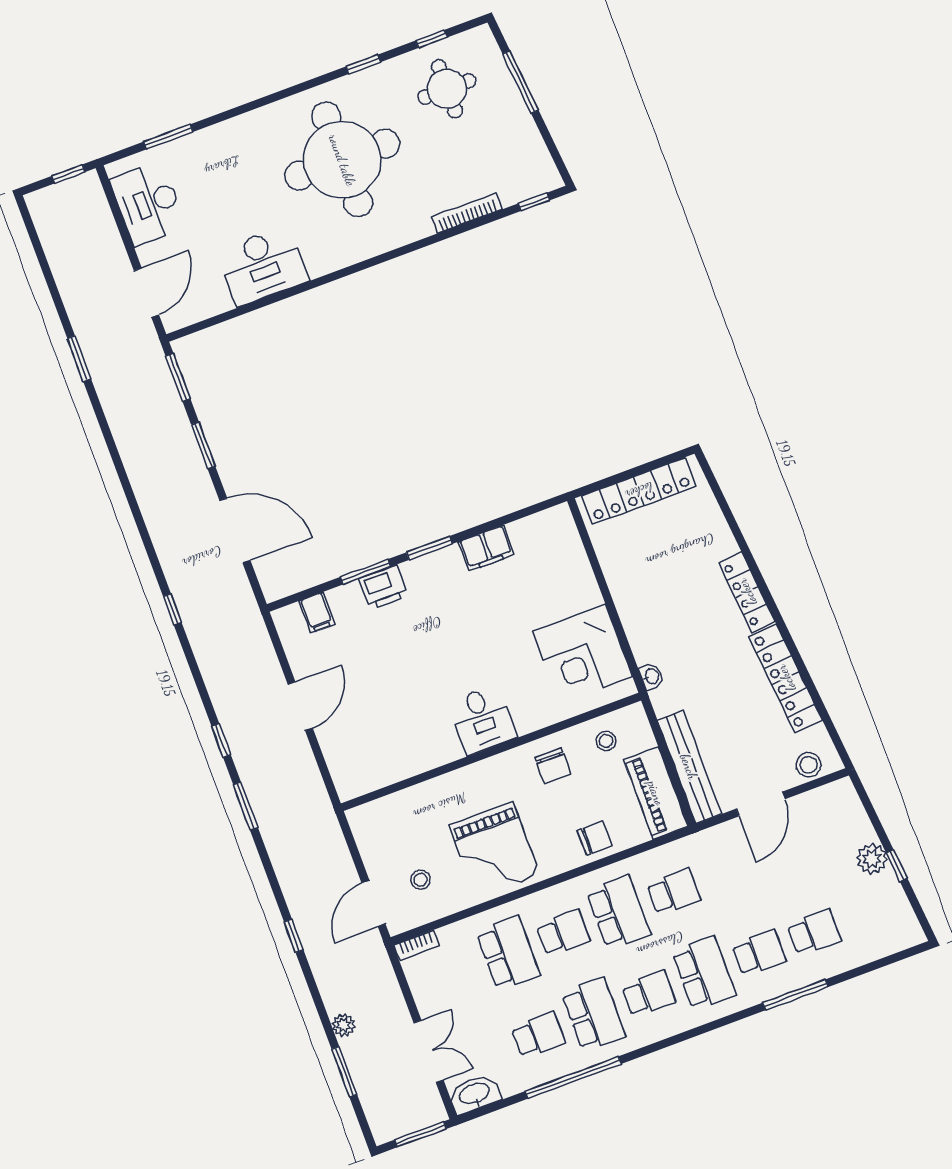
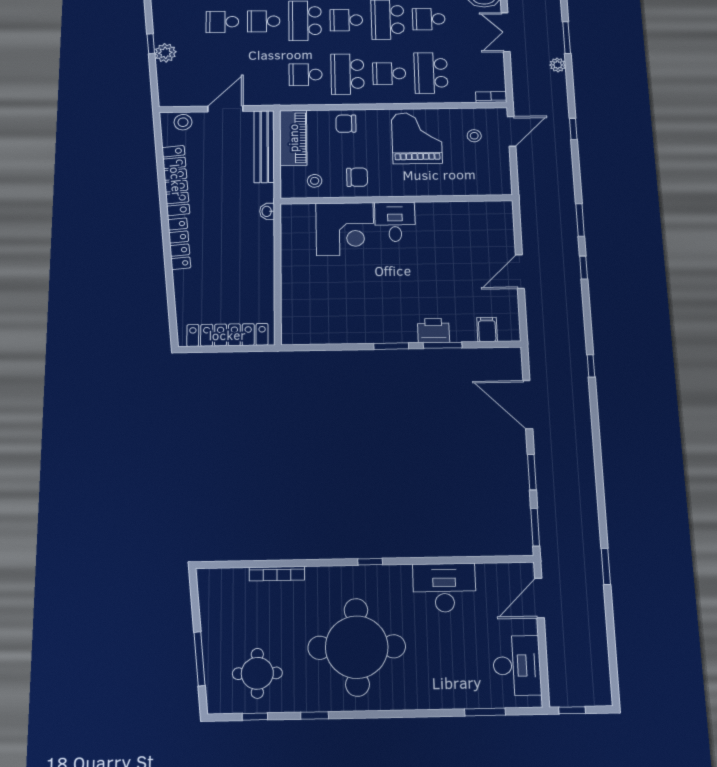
window: (534, 202) -> (370, 562), moved
filing cabinet: (486, 548) -> (351, 333), removed
corner desk: (582, 654) -> (345, 229), moved, turned 90
chair: (553, 766) -> (357, 177), turned 90

